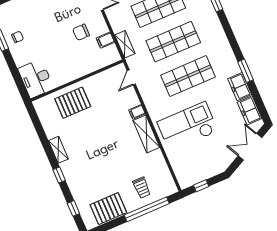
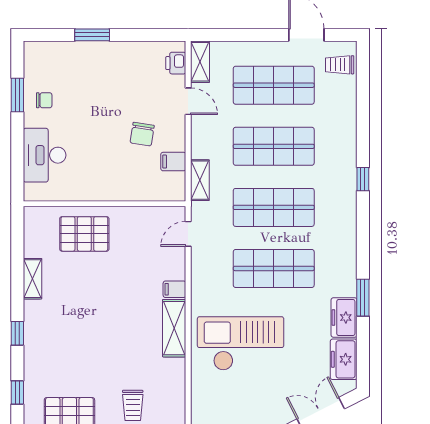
chair: (81, 32) -> (142, 134), turned -81
desk: (36, 79) -> (45, 155), moved
shelving: (58, 150) -> (33, 279), moved

